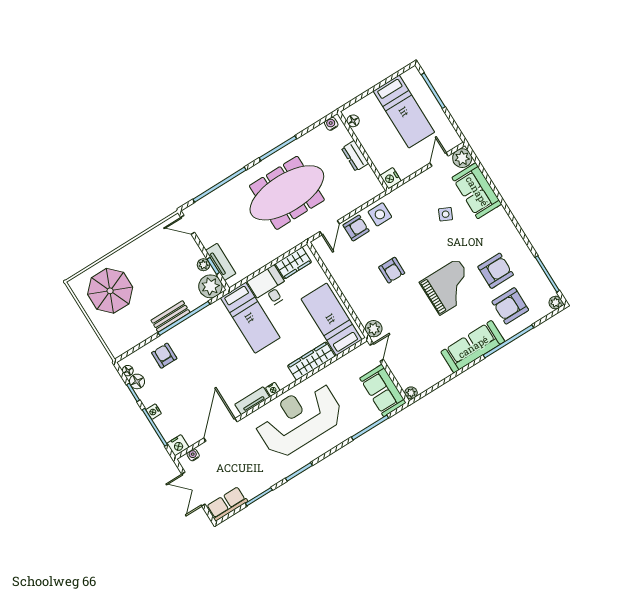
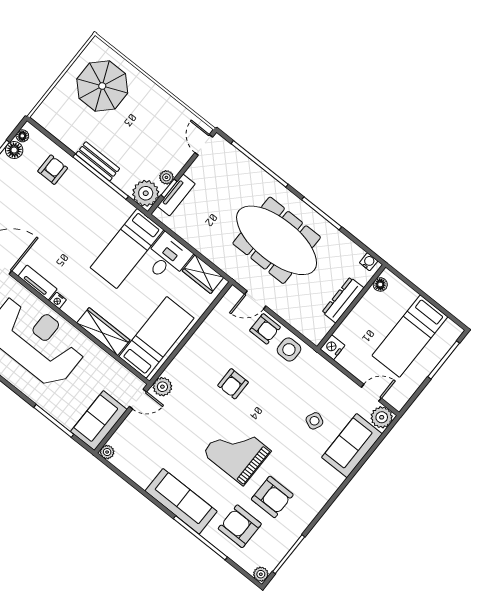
dresser: (355, 156) -> (343, 300), width x1.44
grand piano: (449, 287) -> (237, 452), turned 180

